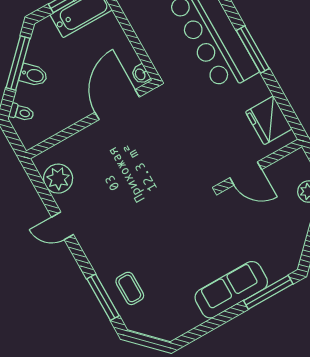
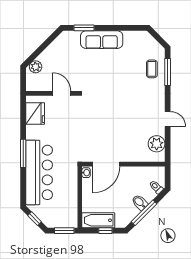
window: (268, 292) -> (84, 28), width x0.69

